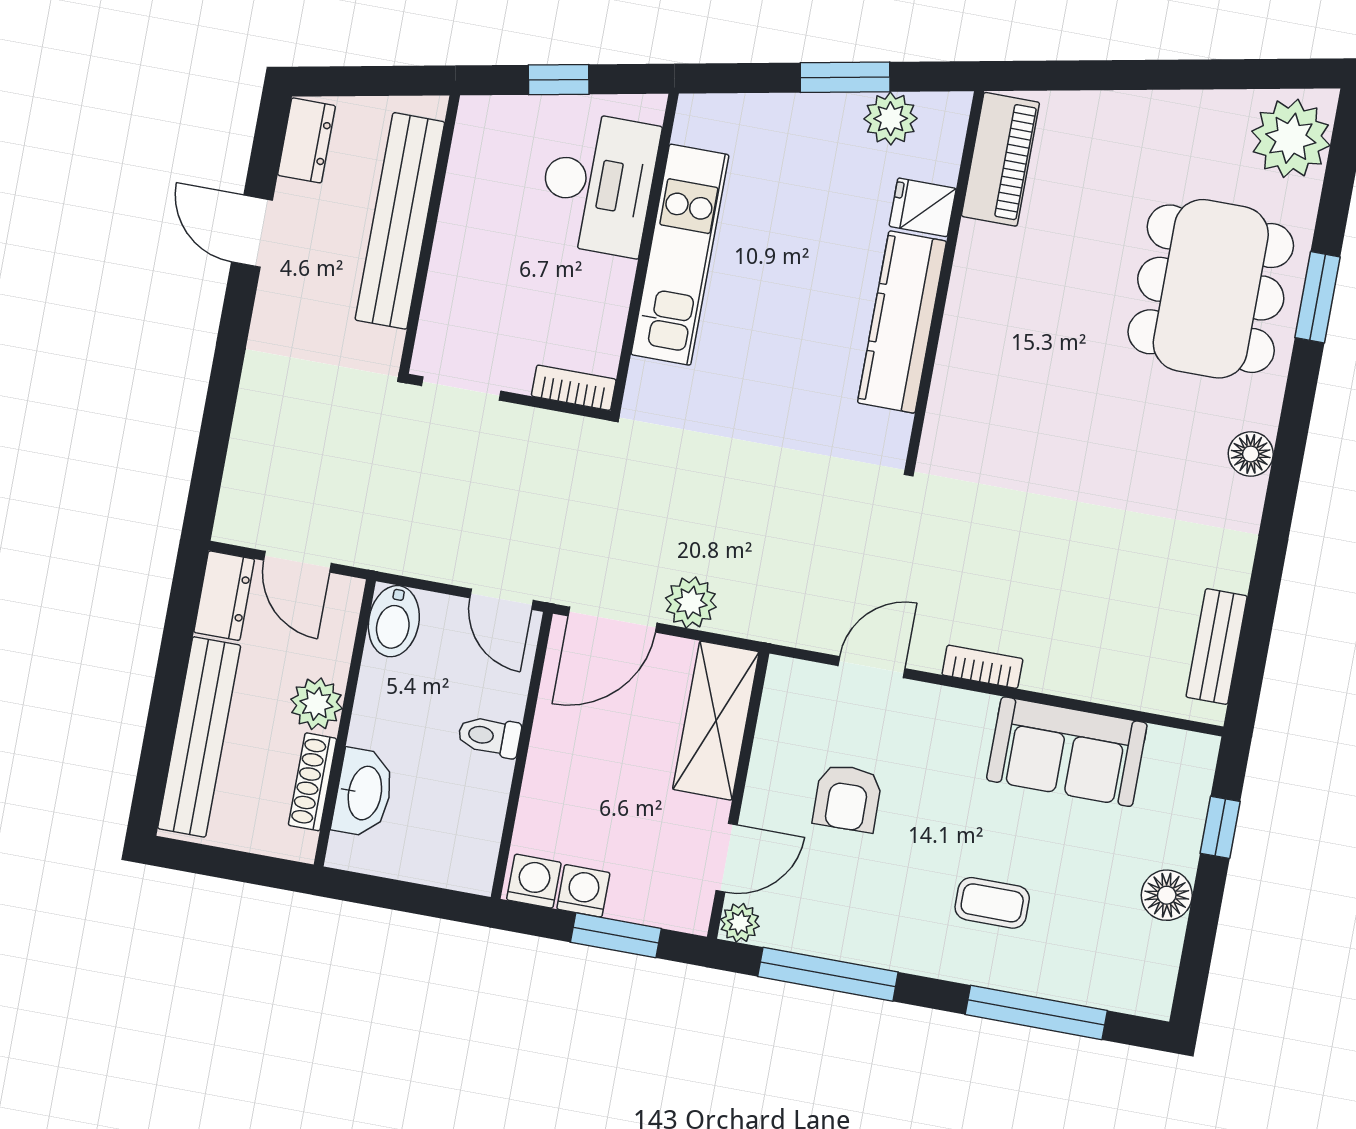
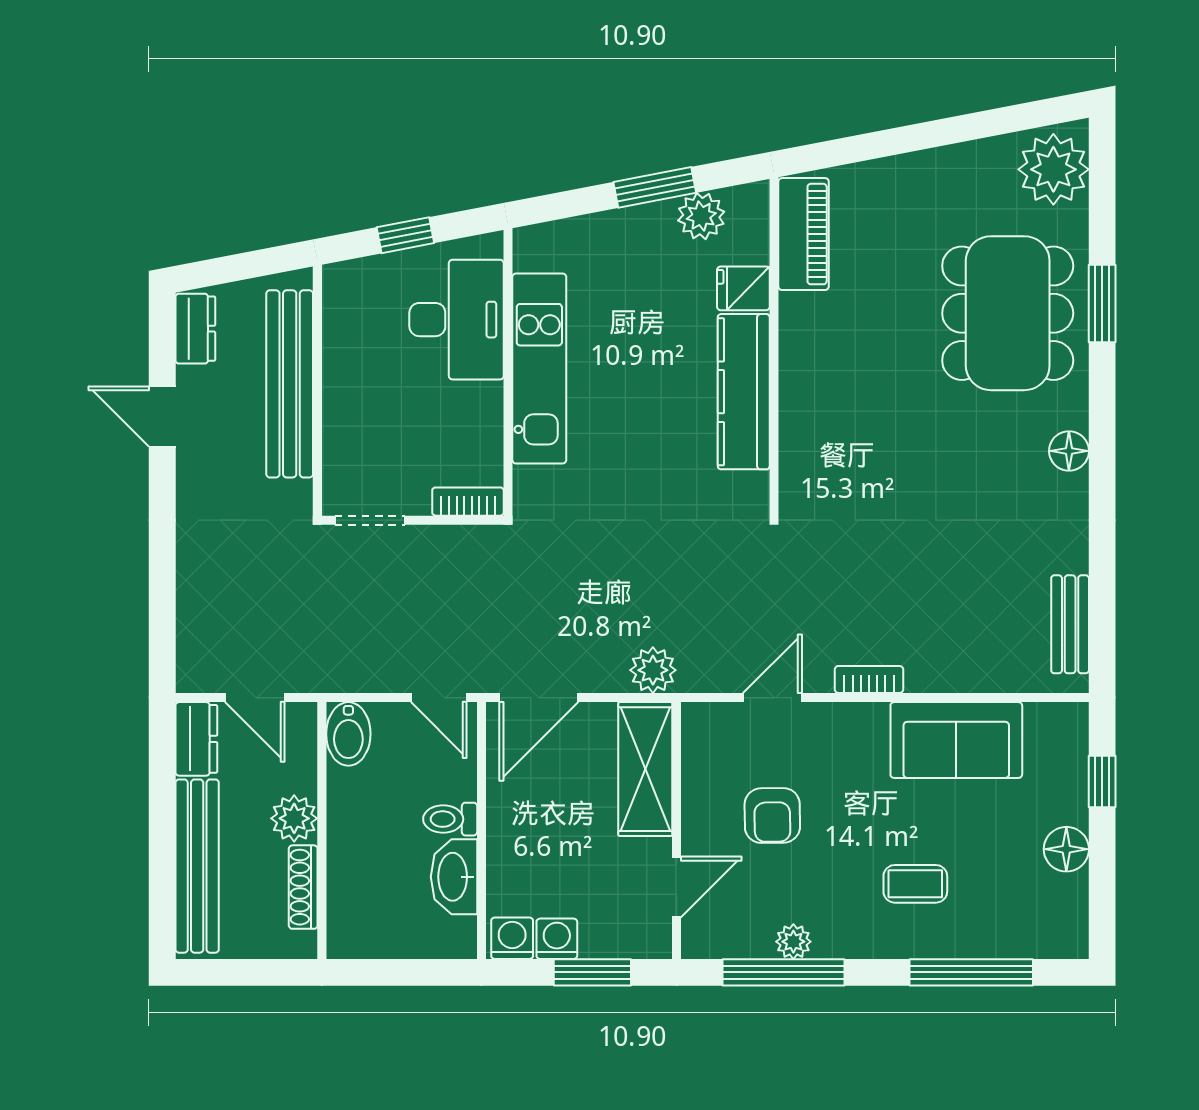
plant: (691, 602) -> (653, 670), moved
washbasin: (363, 793) -> (454, 877), moved, turned 180
plant: (740, 923) -> (793, 942), moved

